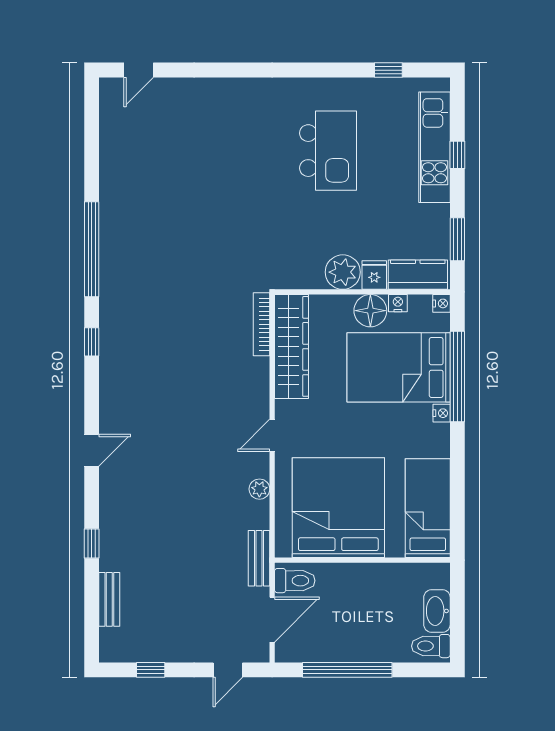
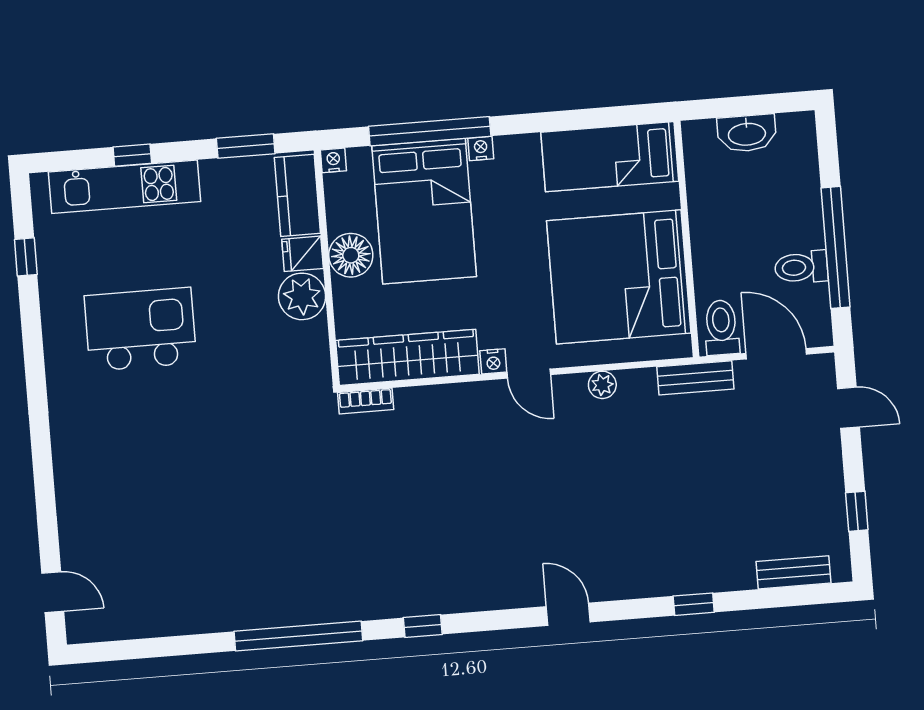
nightstand: (398, 303) -> (493, 361), moved, turned -90
bookcase: (262, 324) -> (366, 401), width x0.64
bench: (109, 599) -> (793, 572), moved
toilet: (431, 646) -> (801, 267), moved, turned 90

